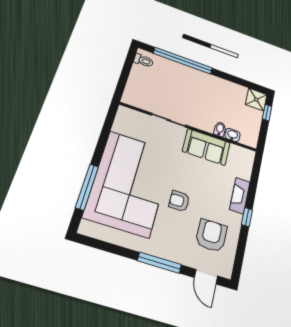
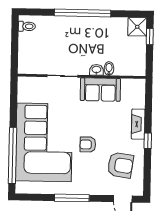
window: (183, 61) -> (83, 13), moved
washbasin: (232, 135) -> (96, 70), moved
window: (87, 187) -> (12, 156), width x1.46
armchair: (211, 236) -> (120, 165), turned 98
window: (159, 263) -> (72, 198), moved

